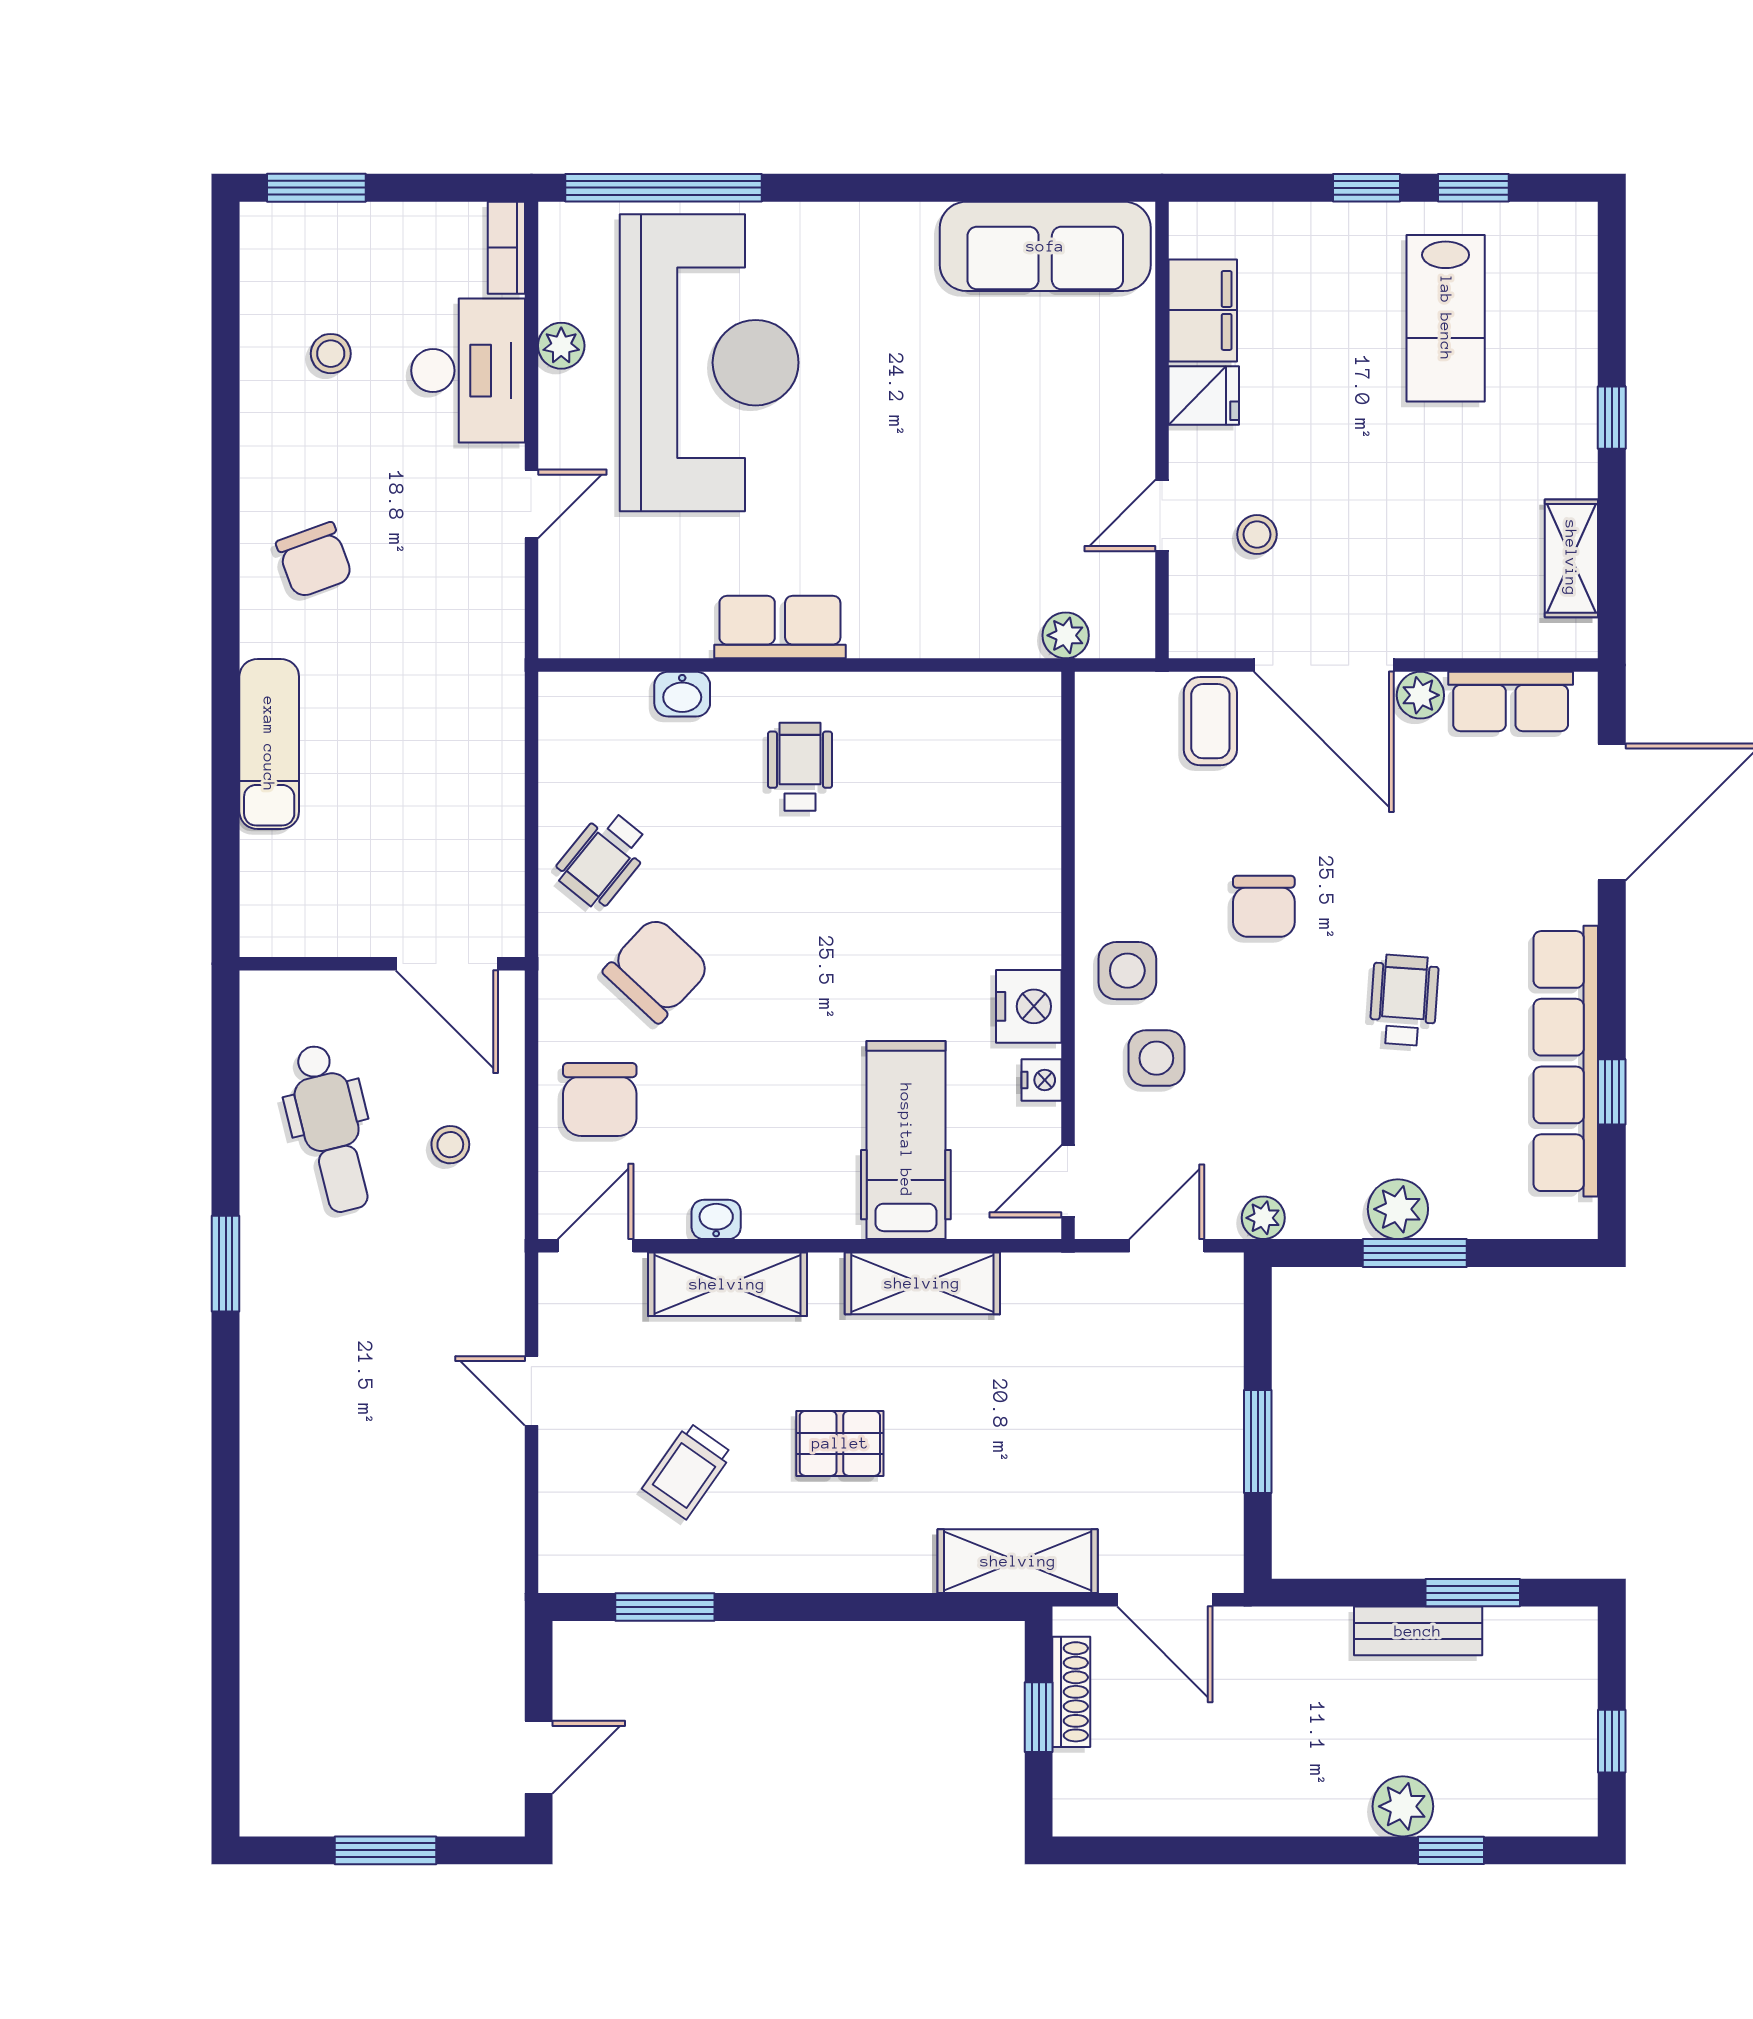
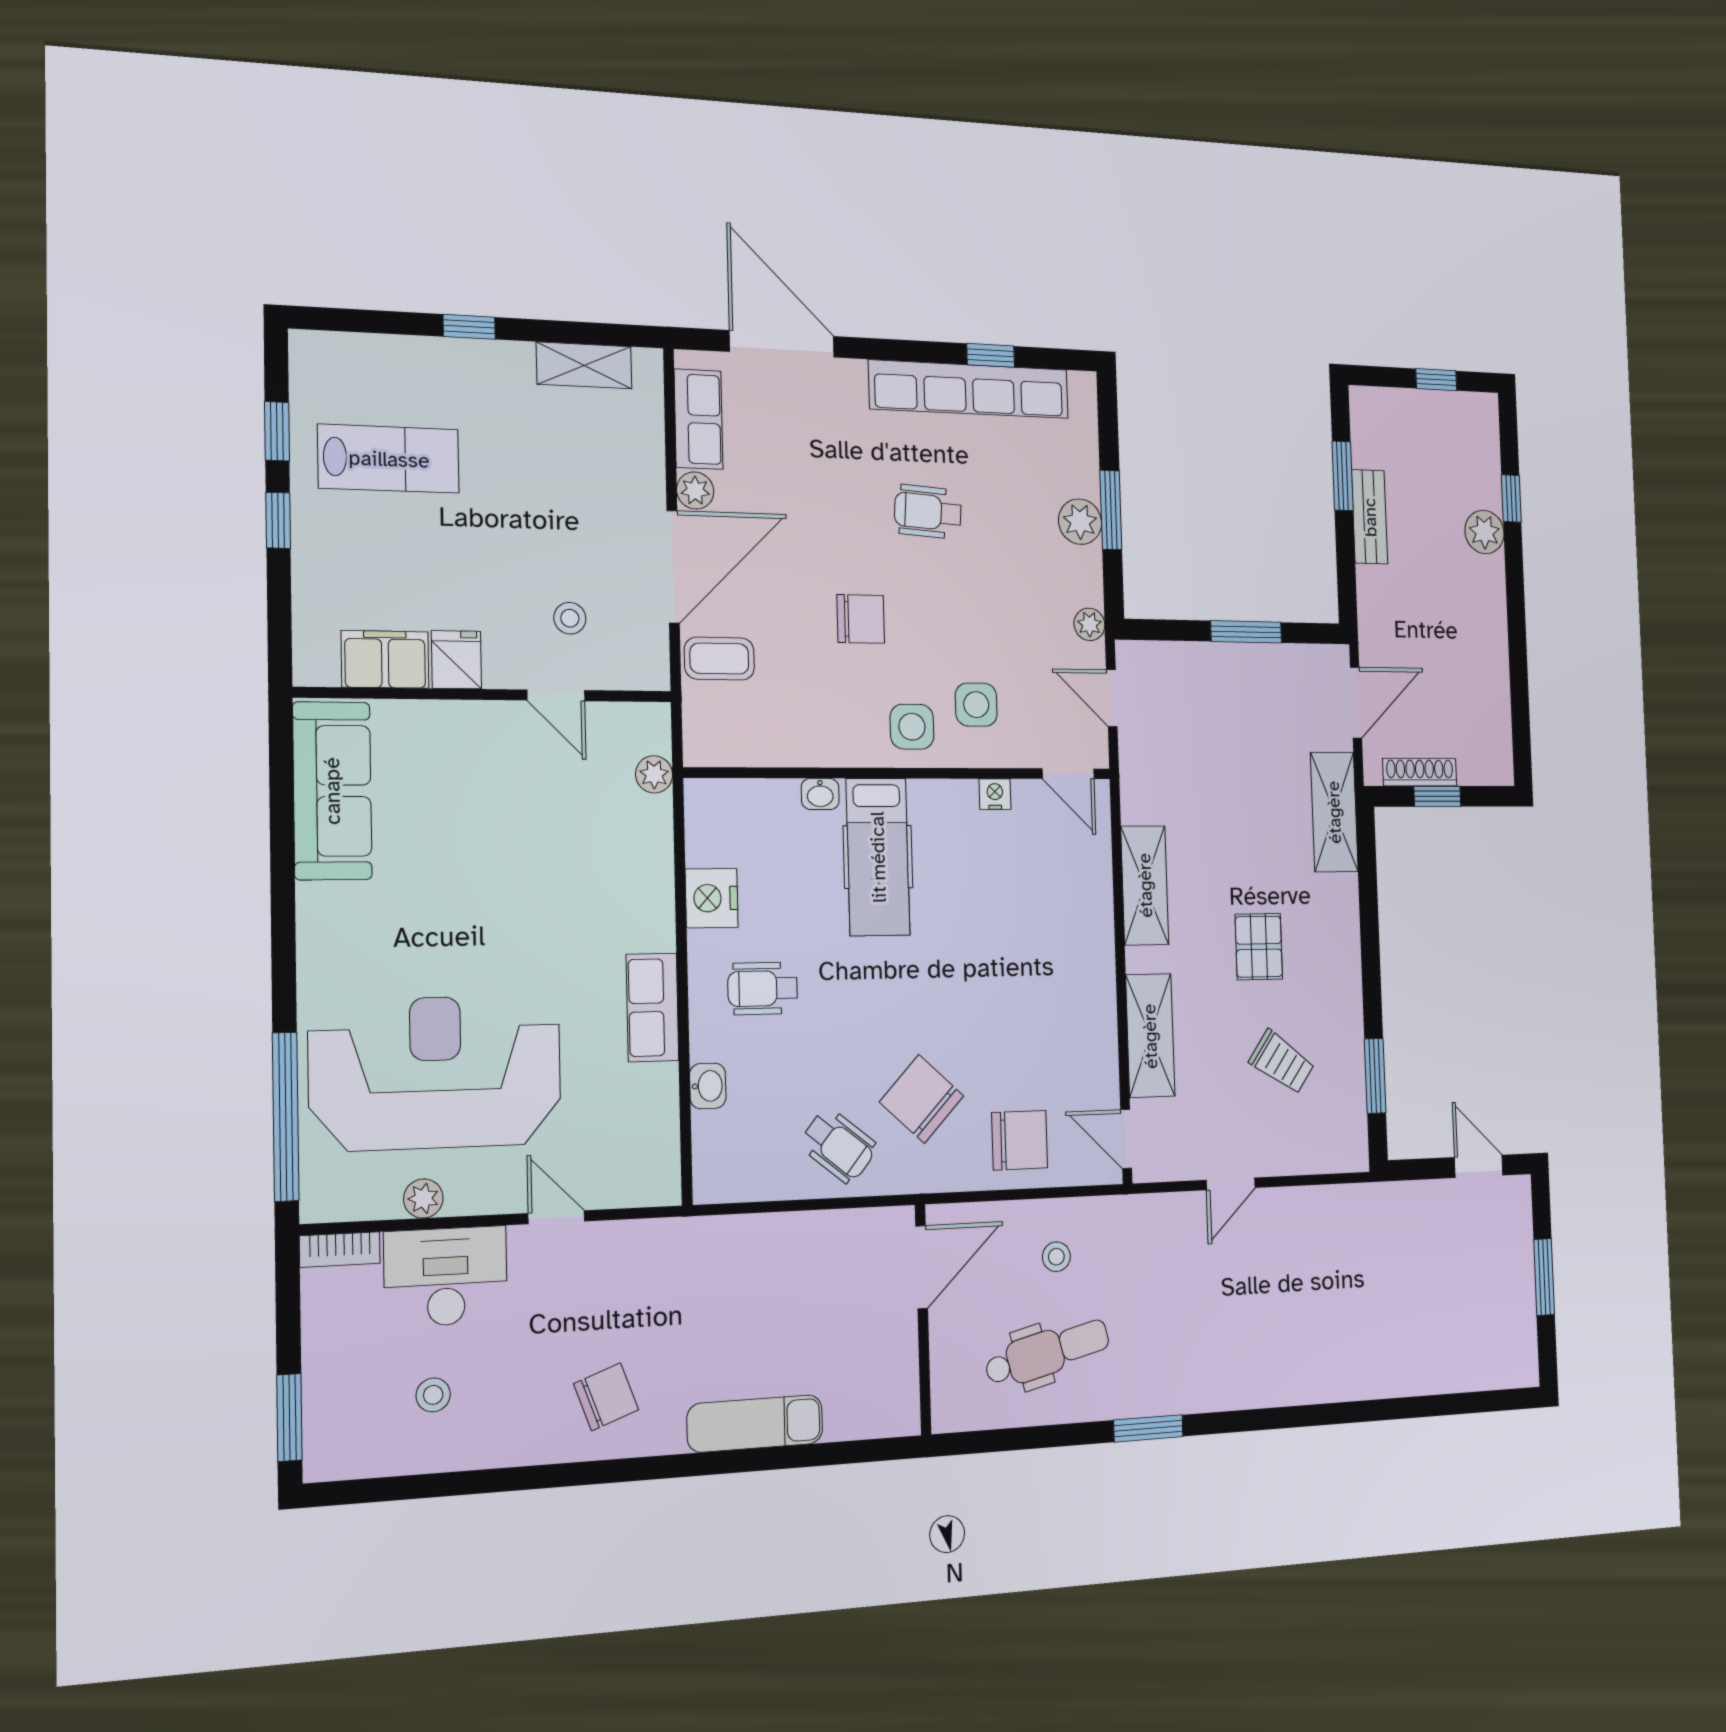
nightstand: (1029, 1006) -> (712, 898), moved, turned -90
hospital bed: (906, 1140) -> (878, 857), moved, turned -90
washbasin: (716, 1219) -> (820, 794), moved, turned -90

